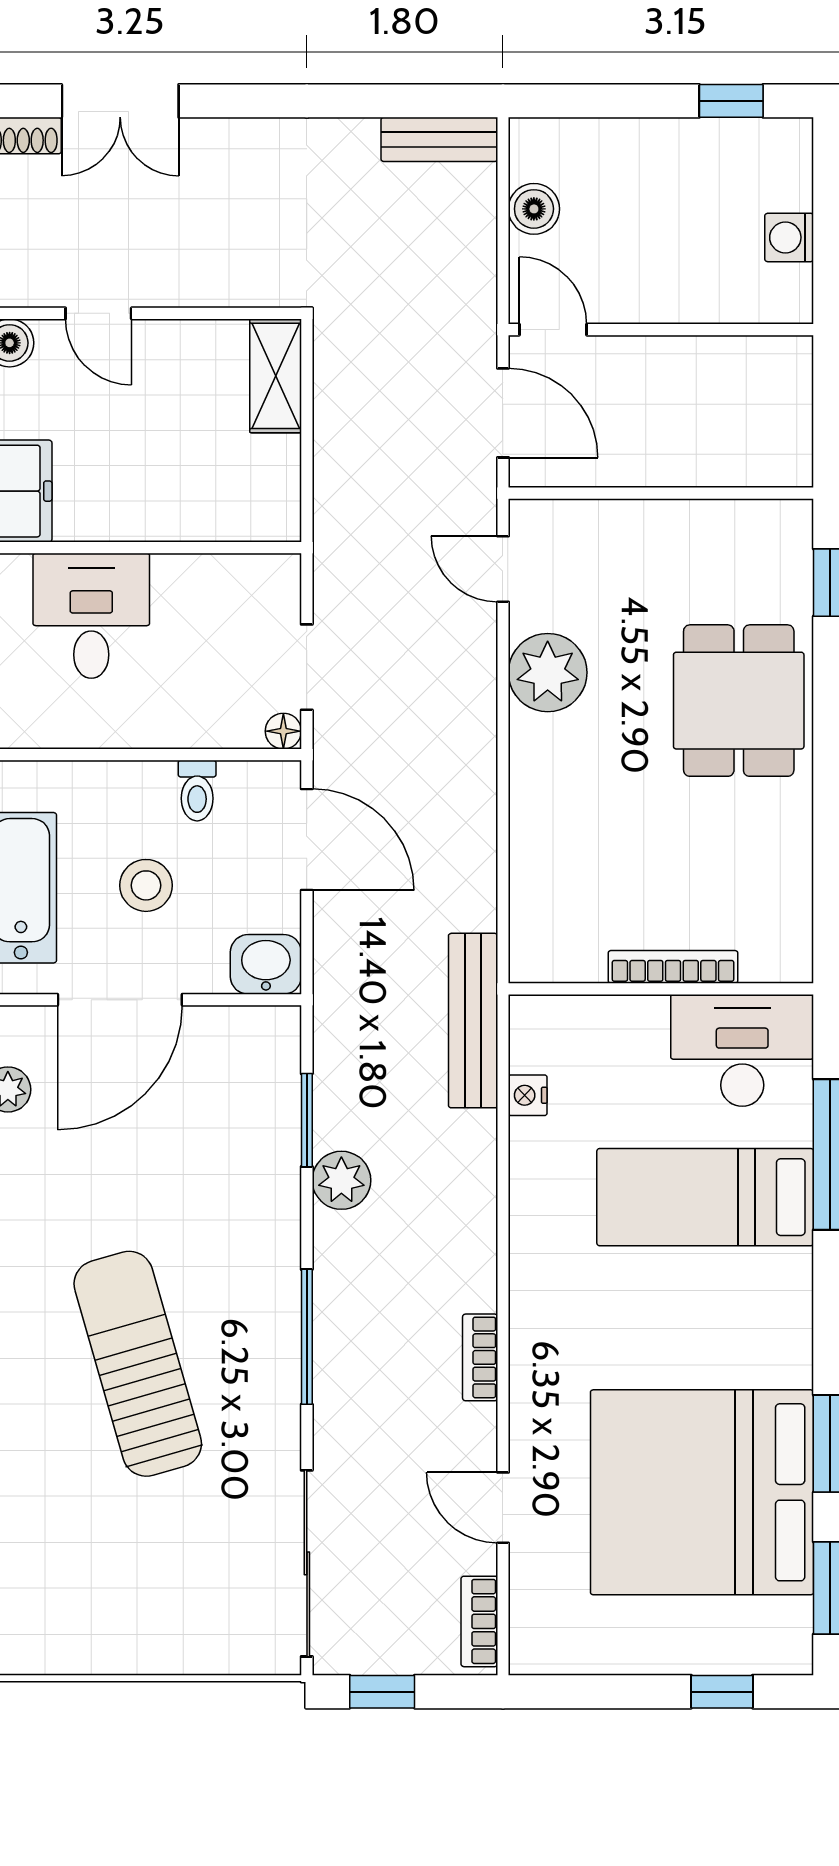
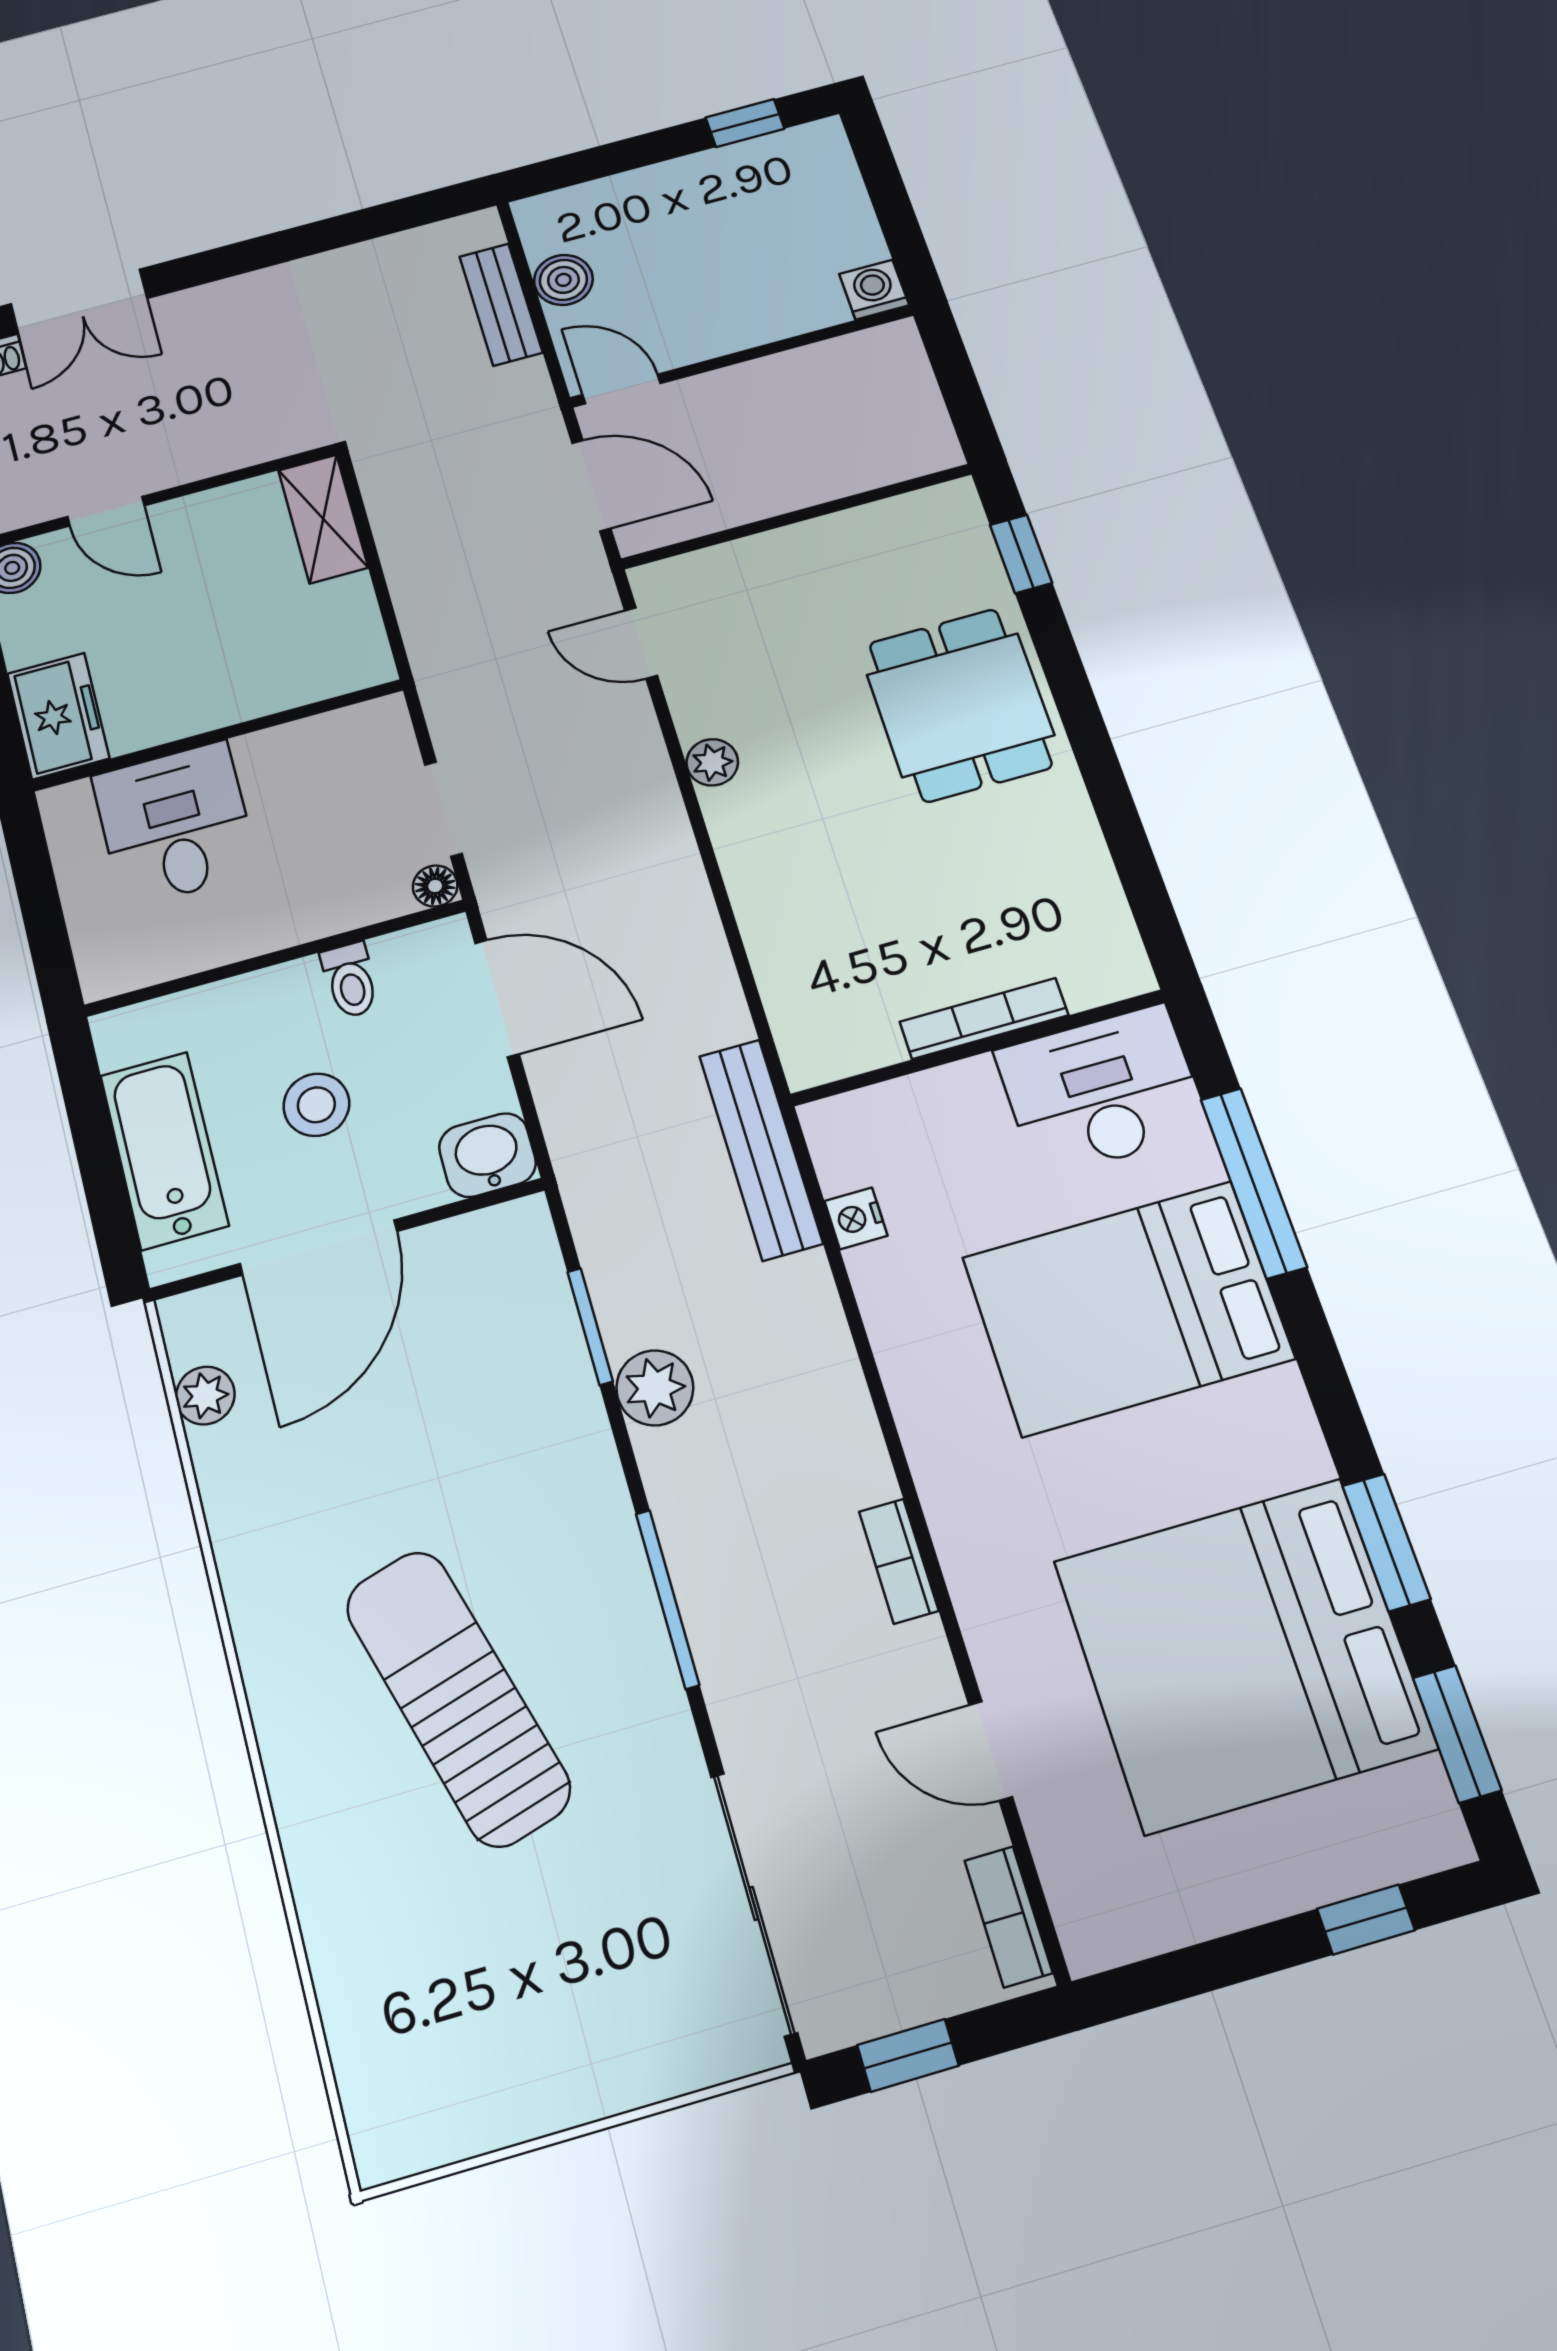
bench: (439, 139) -> (501, 304), moved, turned 90
washing machine: (789, 237) -> (874, 290), moved, turned 90
plant: (548, 673) -> (712, 762), width x0.53, depth x0.53
bed: (705, 1197) -> (1128, 1308), width x1.50

